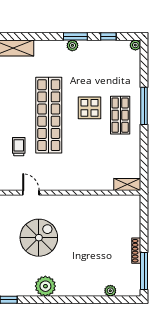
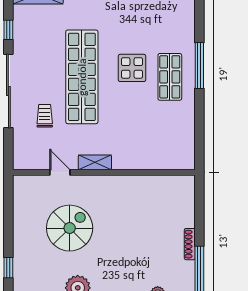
shelving: (127, 184) -> (95, 162), moved

